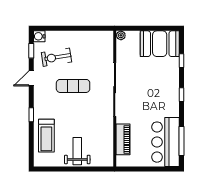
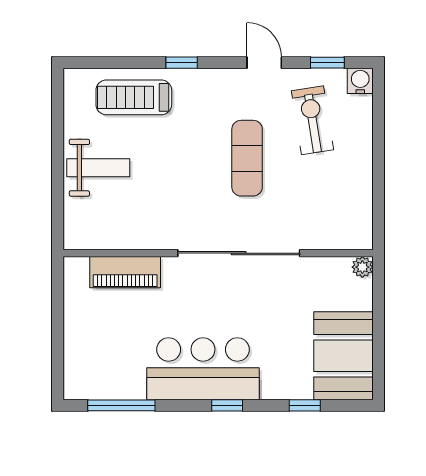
bar counter: (165, 142) -> (203, 369), moved

